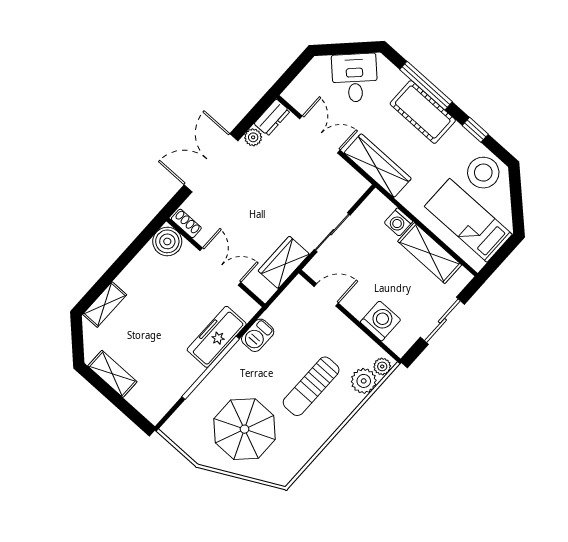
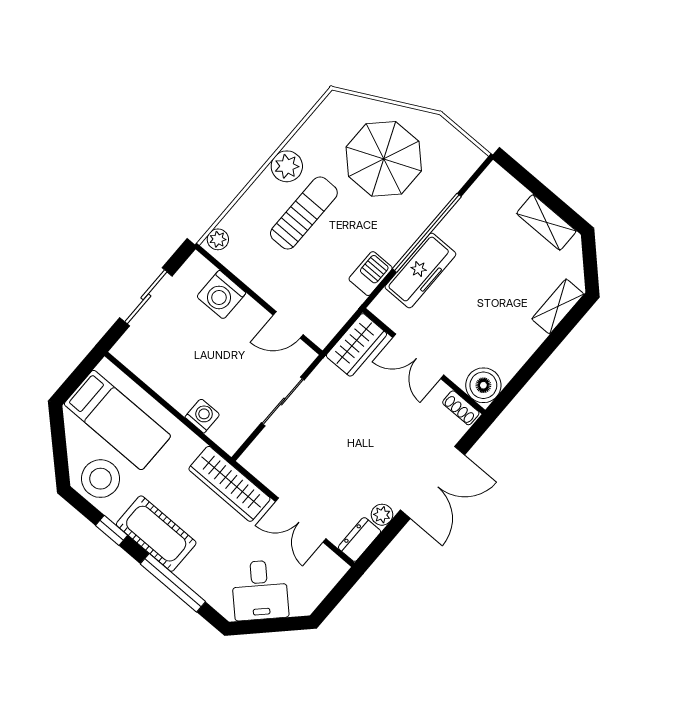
cot: (423, 112) -> (156, 534), moved
shelving: (430, 253) -> (163, 379), removed
wardrobe: (284, 262) -> (357, 345), moved
plant: (364, 381) -> (287, 166), moved

